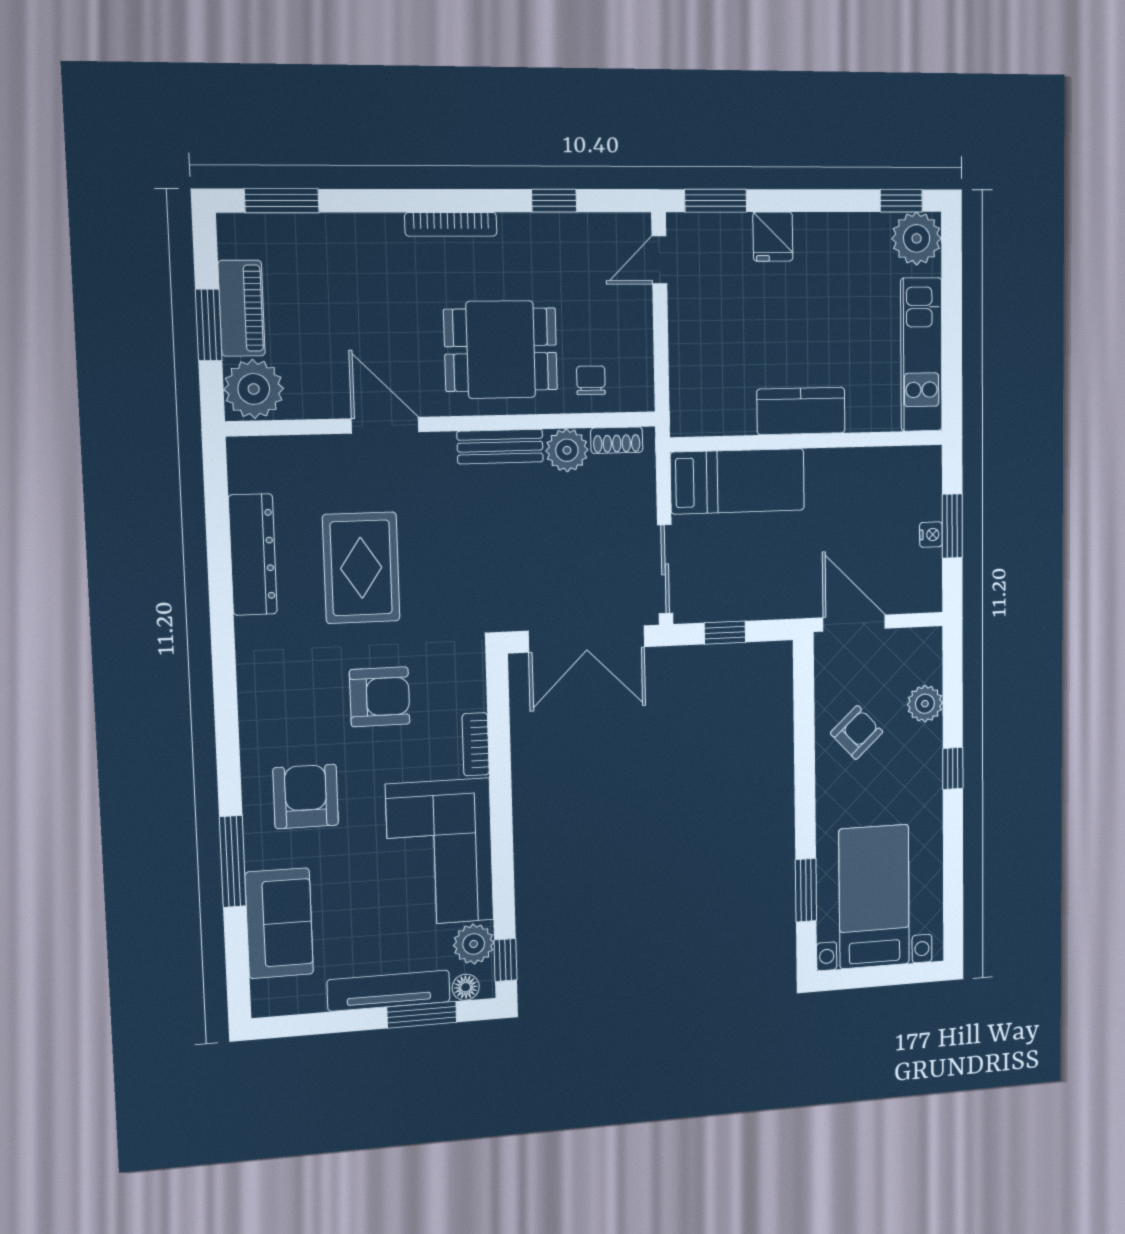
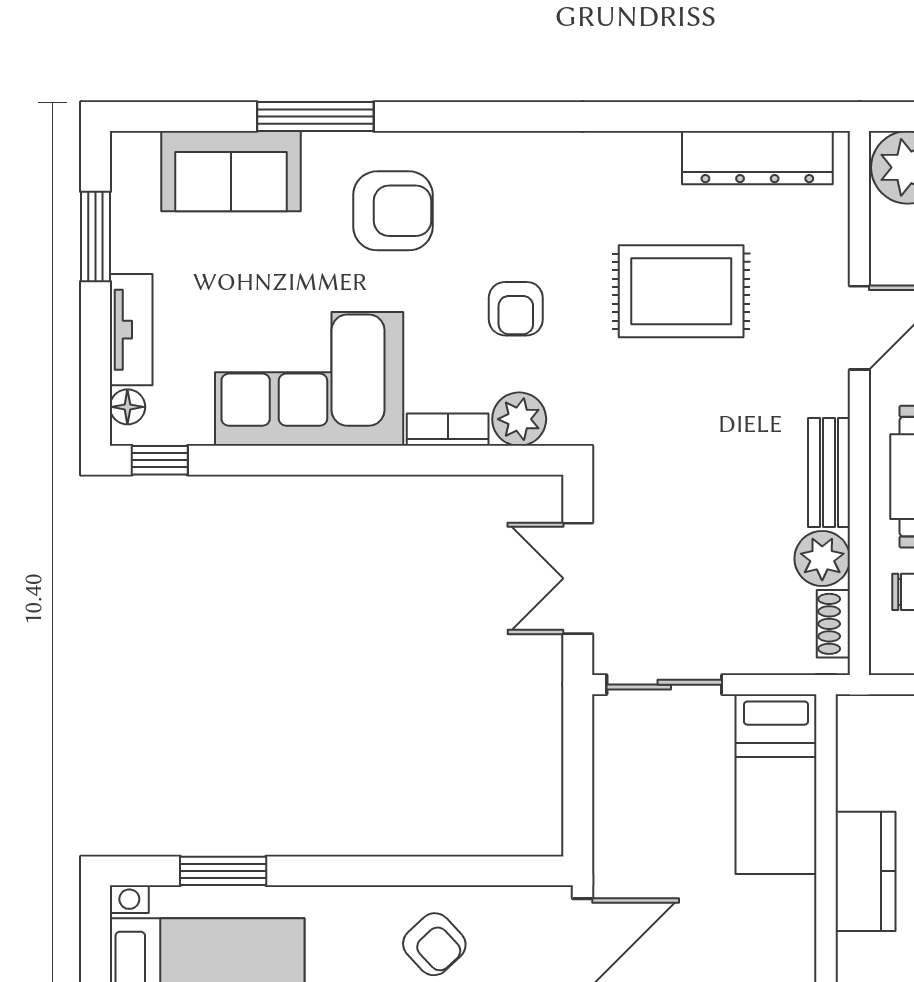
dresser: (253, 555) -> (757, 158), moved
window: (725, 633) -> (578, 764), removed
double door: (587, 639) -> (578, 578), width x0.73
armchair: (380, 697) -> (516, 309), width x0.72, depth x0.72
plant: (474, 944) -> (519, 419), moved
tv unit: (389, 991) -> (131, 330), width x0.71
window: (422, 1015) -> (96, 237), moved

